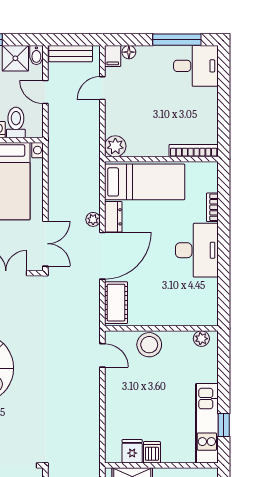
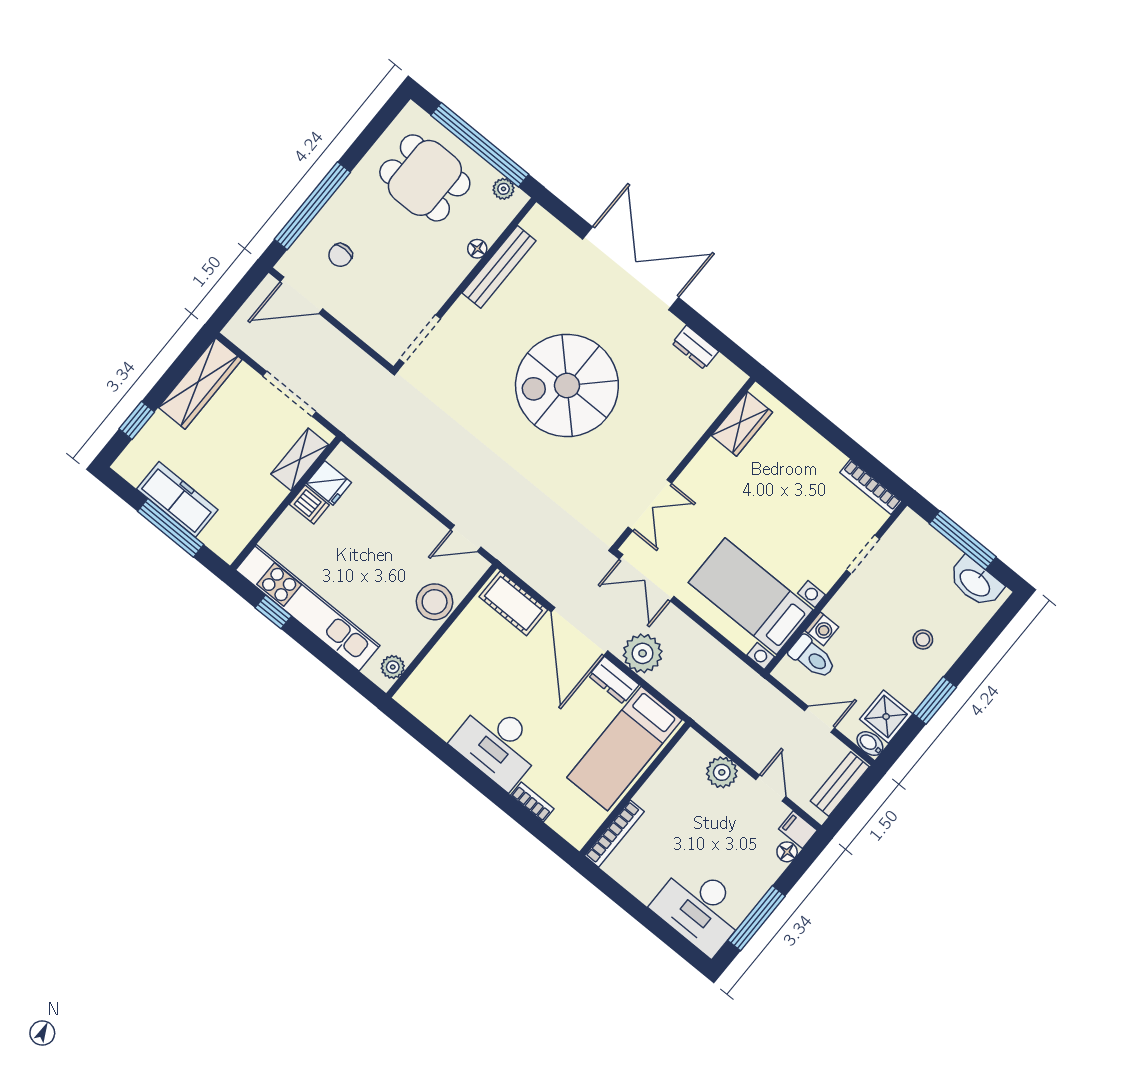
desk: (196, 66) -> (700, 908), width x1.37
plant: (115, 146) -> (722, 772), moved
plant: (93, 219) -> (643, 653), width x1.88, depth x1.88
kitchen unit: (207, 423) -> (308, 608), width x1.36

